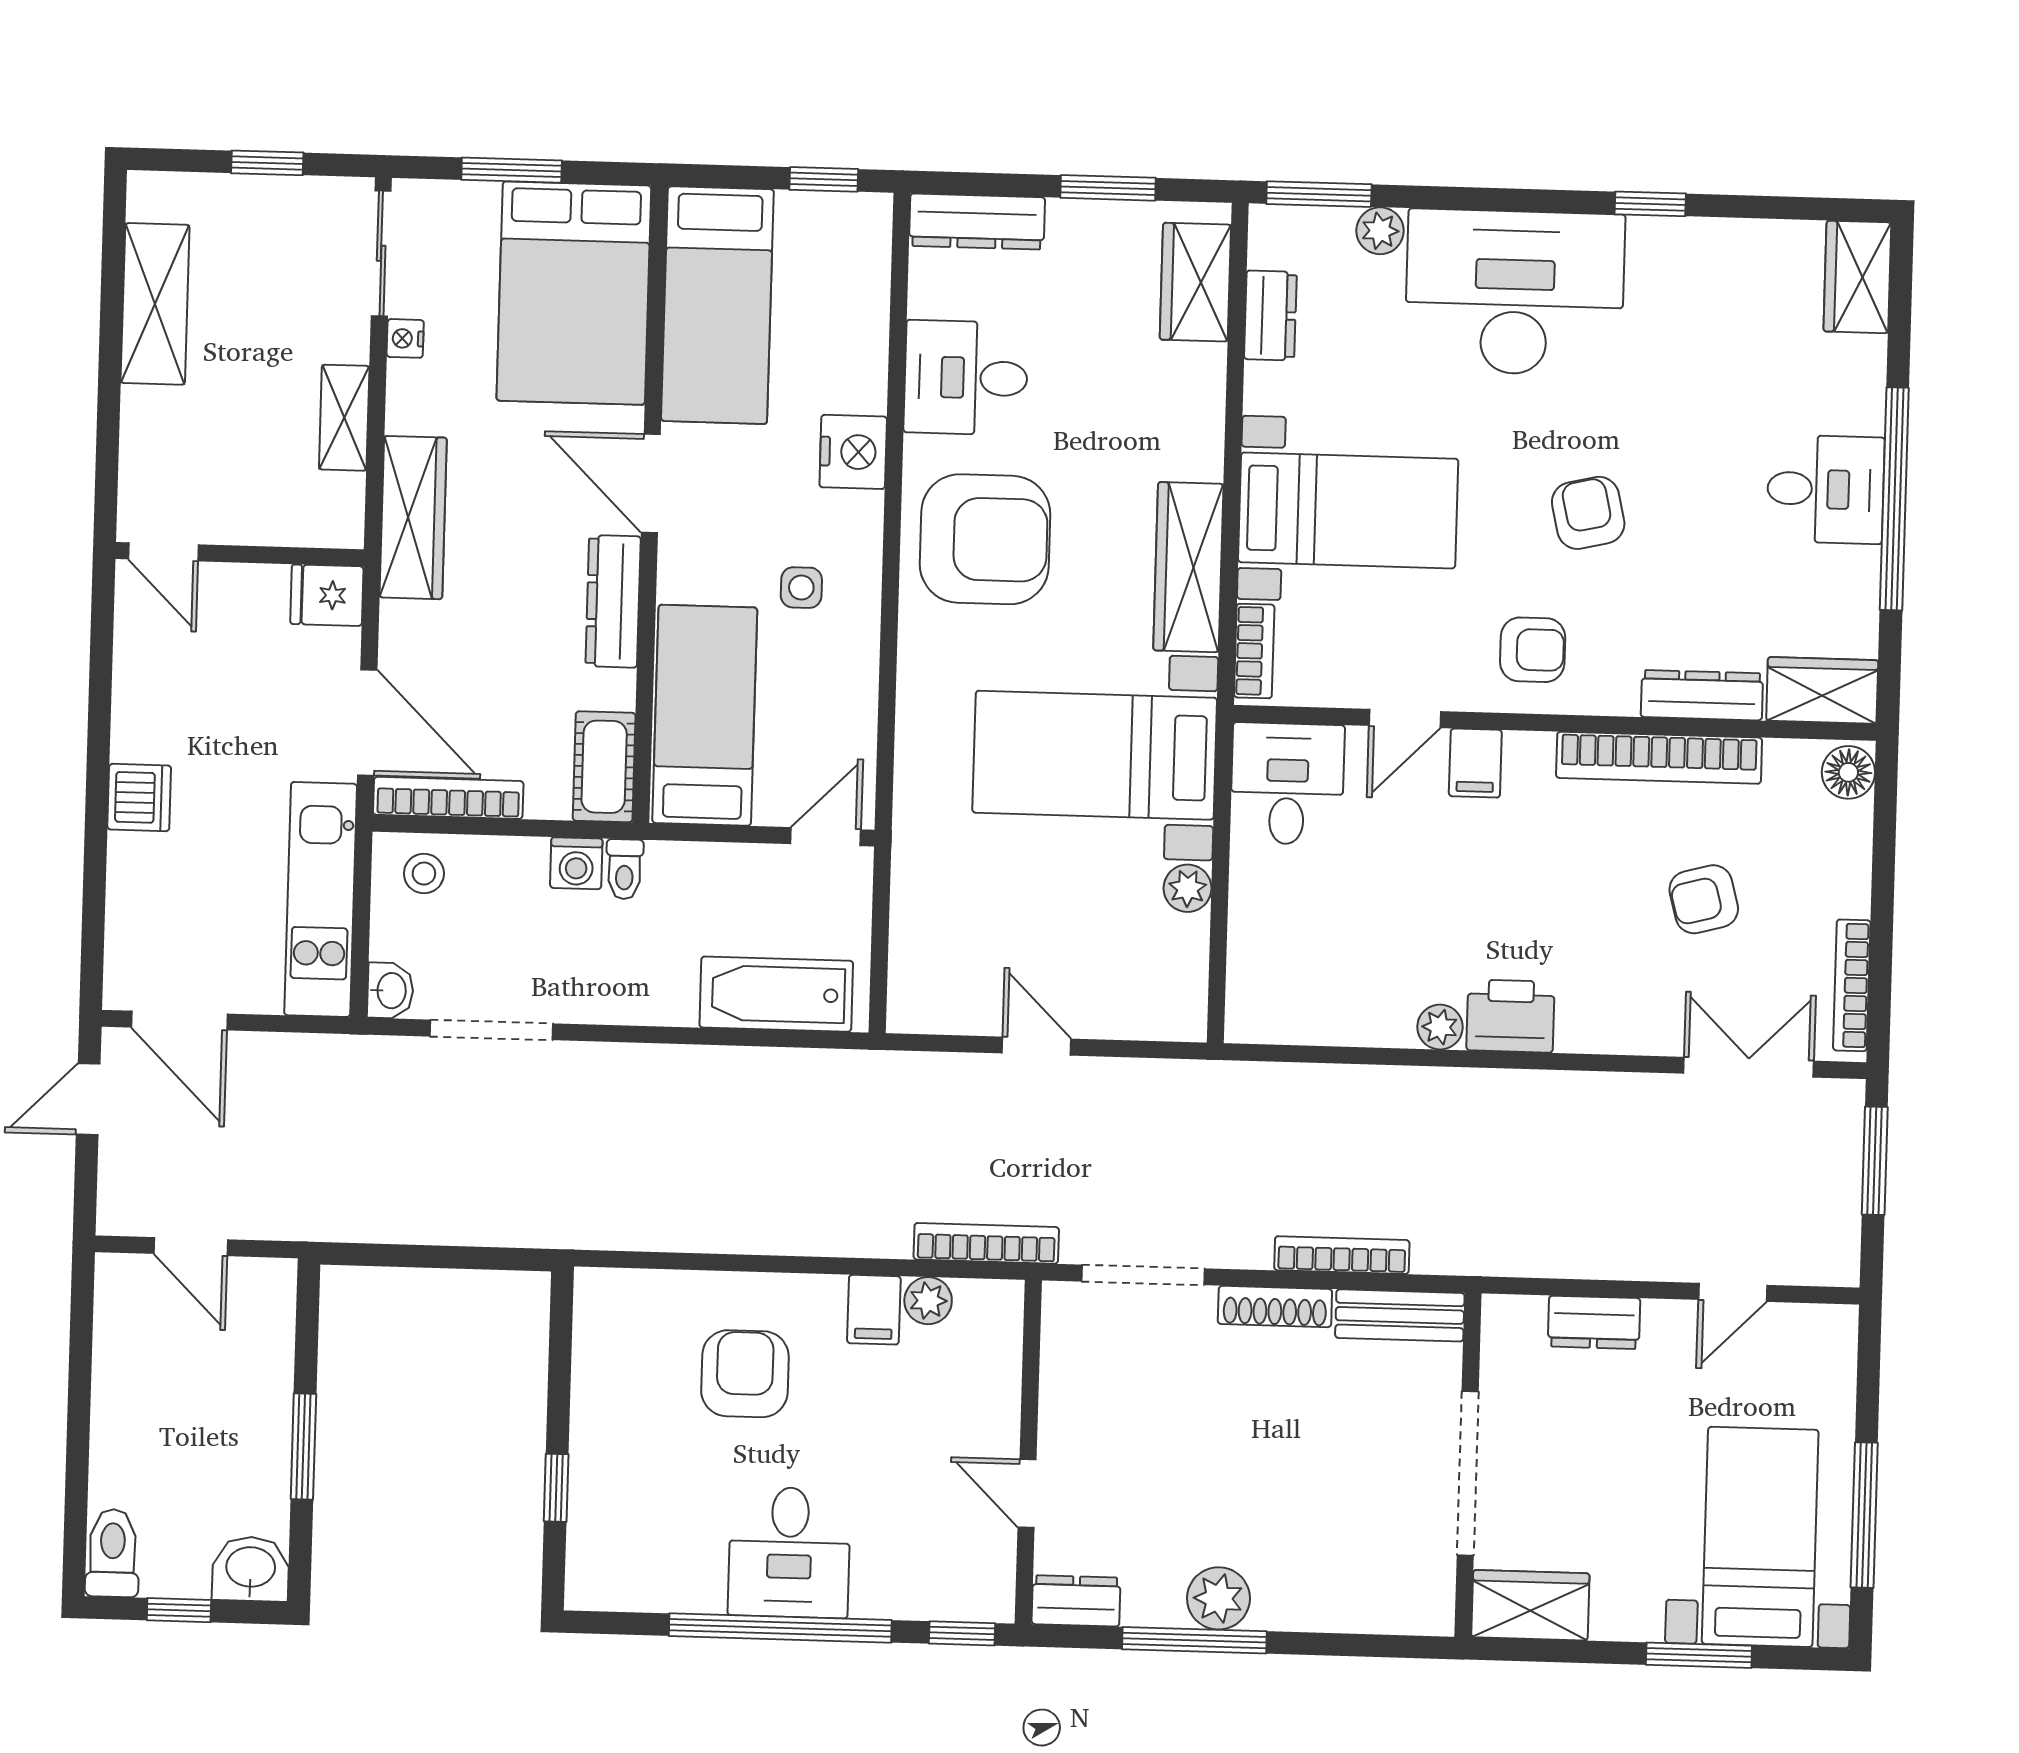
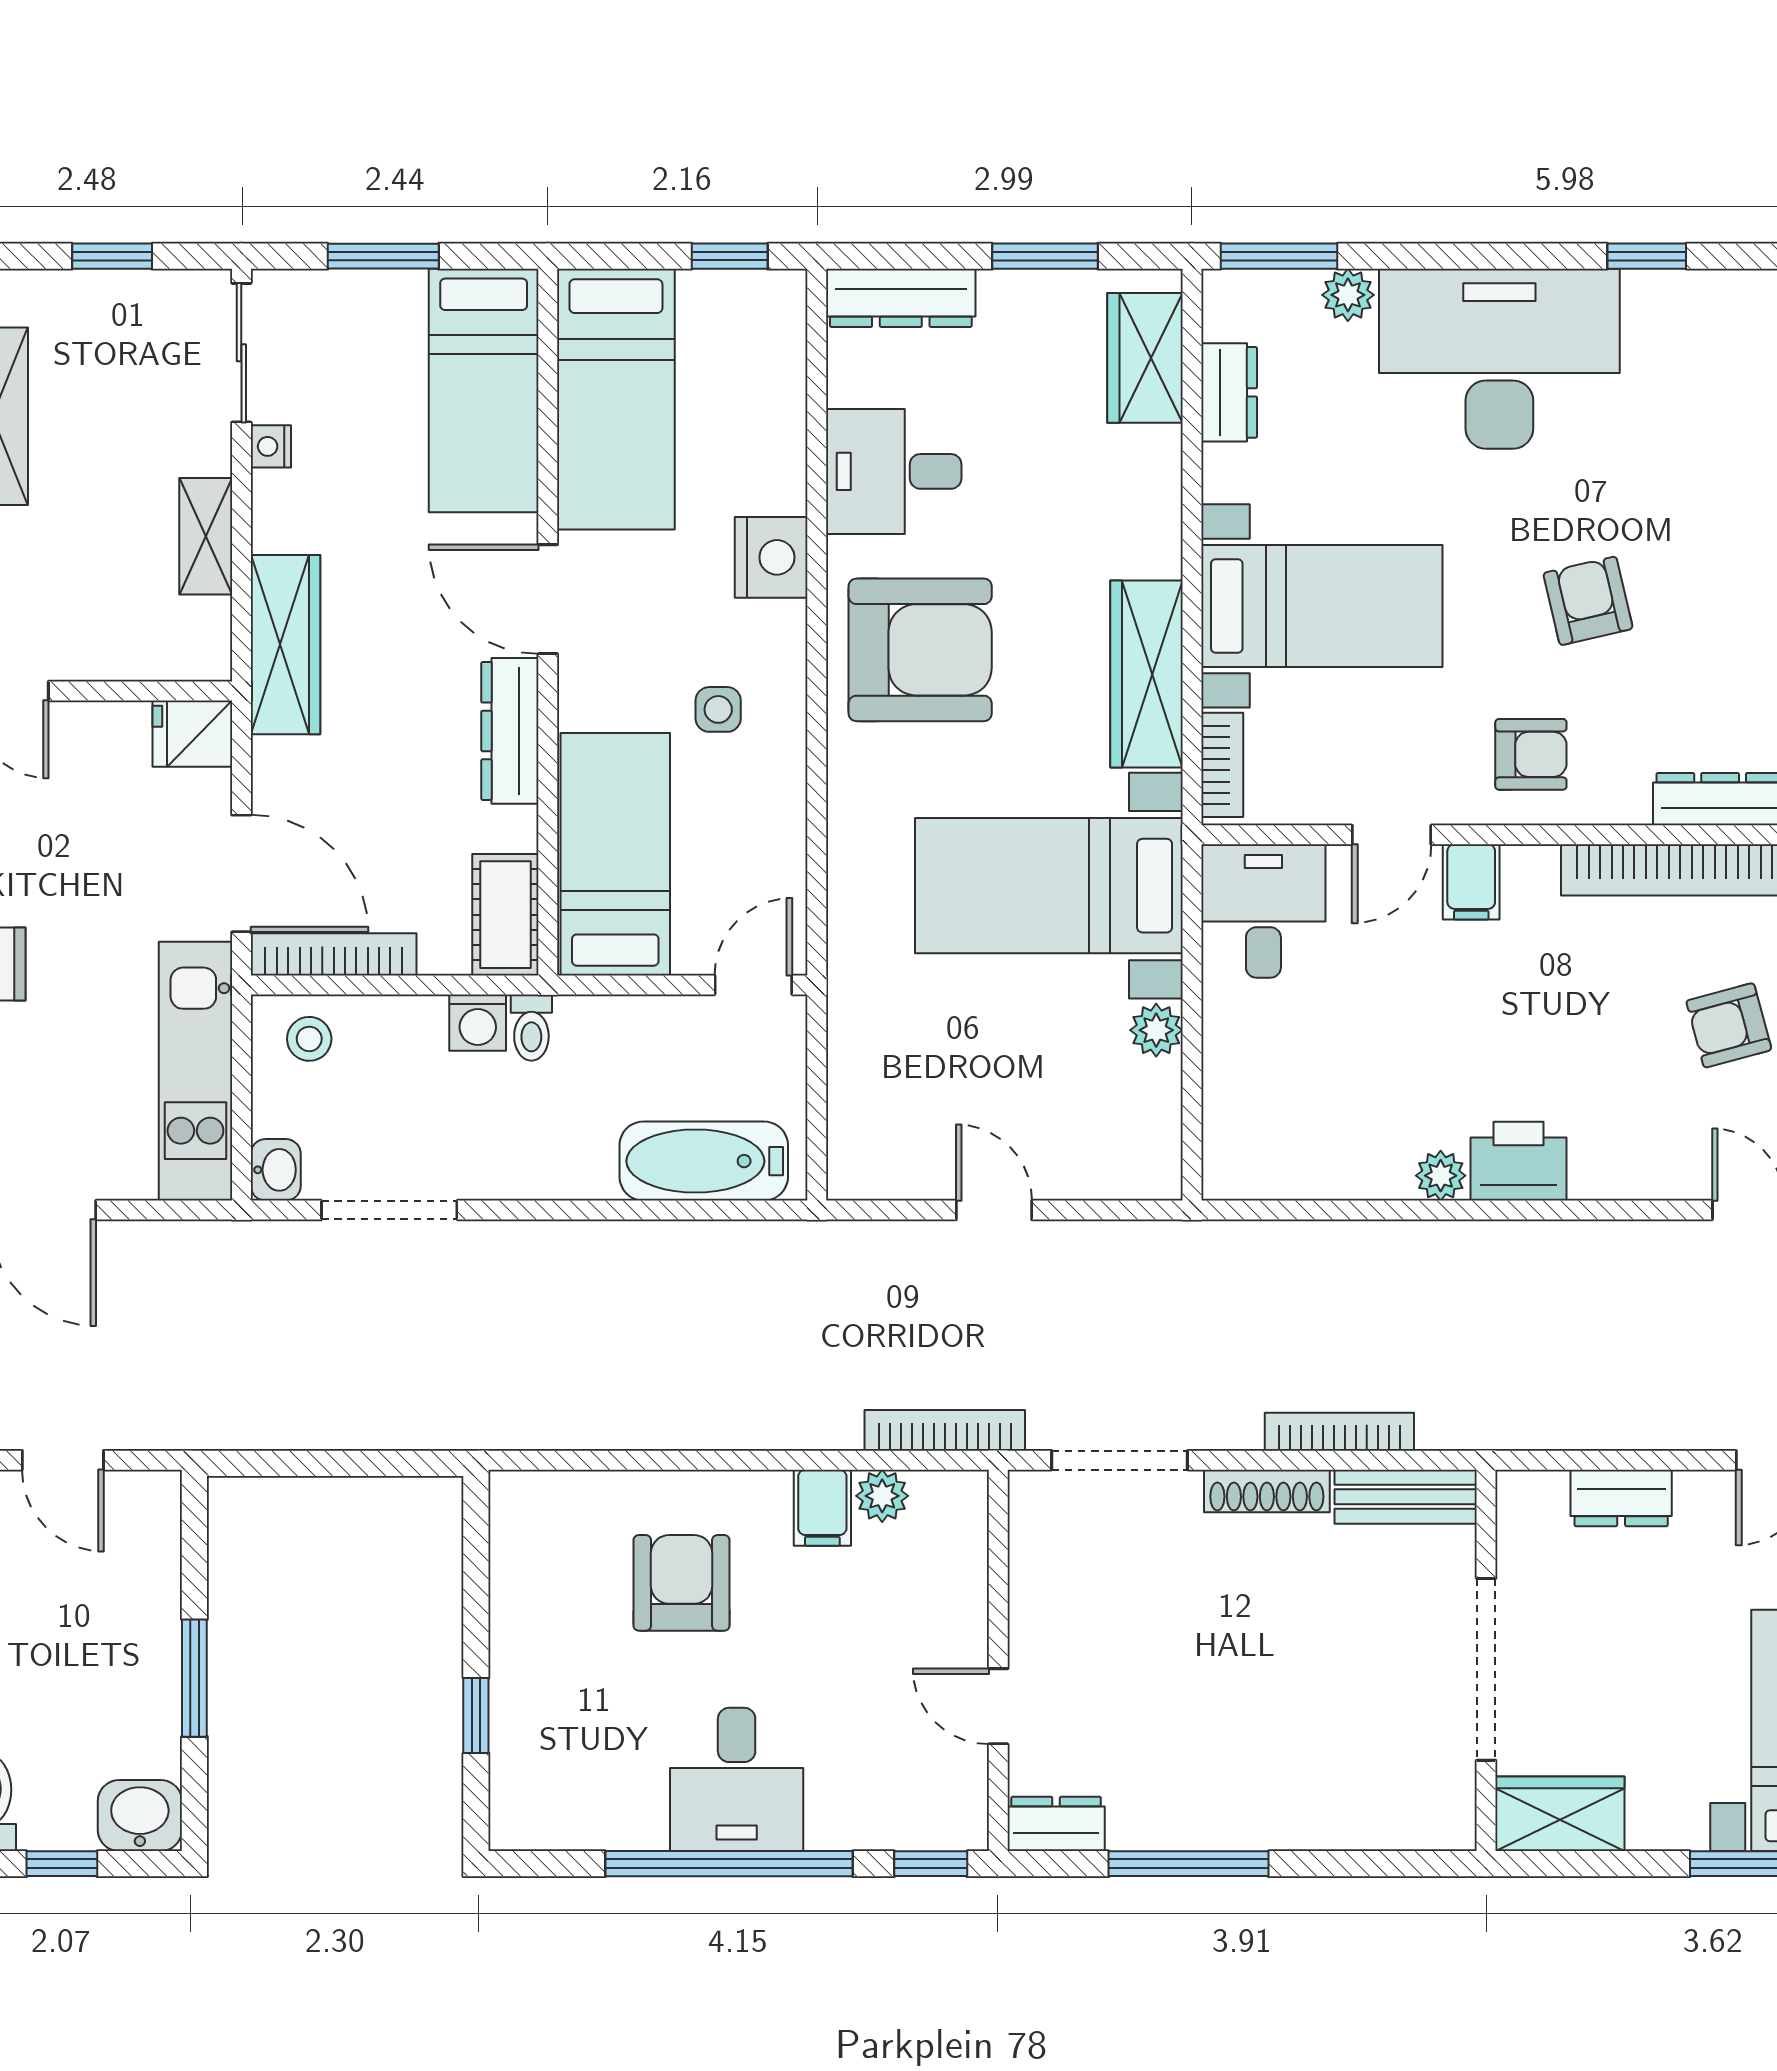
bed: (574, 293) -> (484, 391), width x0.67
plant: (1218, 1598) -> (1214, 1816), removed

